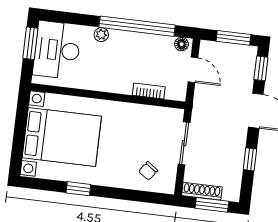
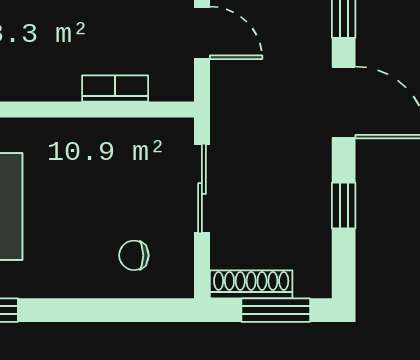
chair: (148, 171) -> (134, 255), turned 55

